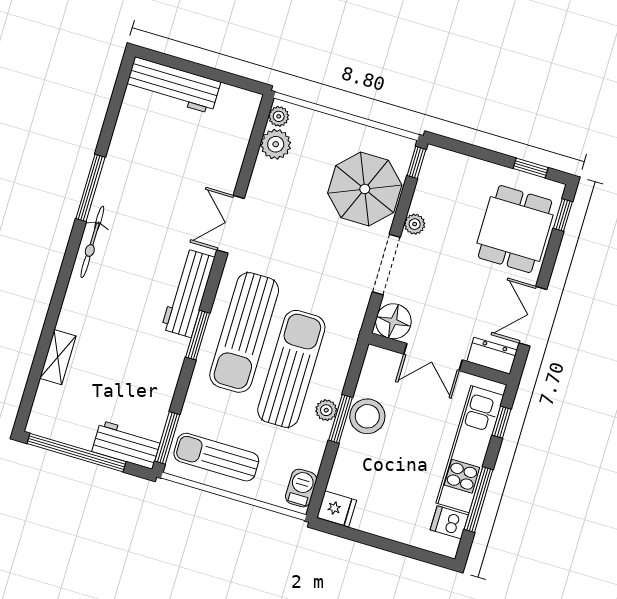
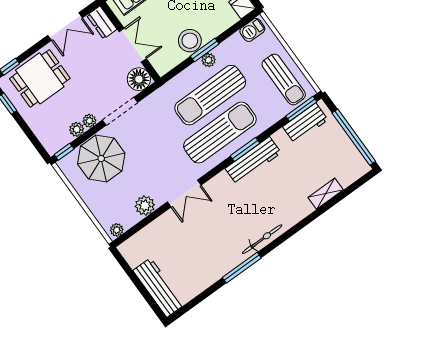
plant: (276, 144) -> (145, 206), moved
plant: (422, 202) -> (77, 129), added
workbench: (188, 293) -> (253, 161), moved
workbench: (127, 445) -> (305, 123), moved, turned -90

